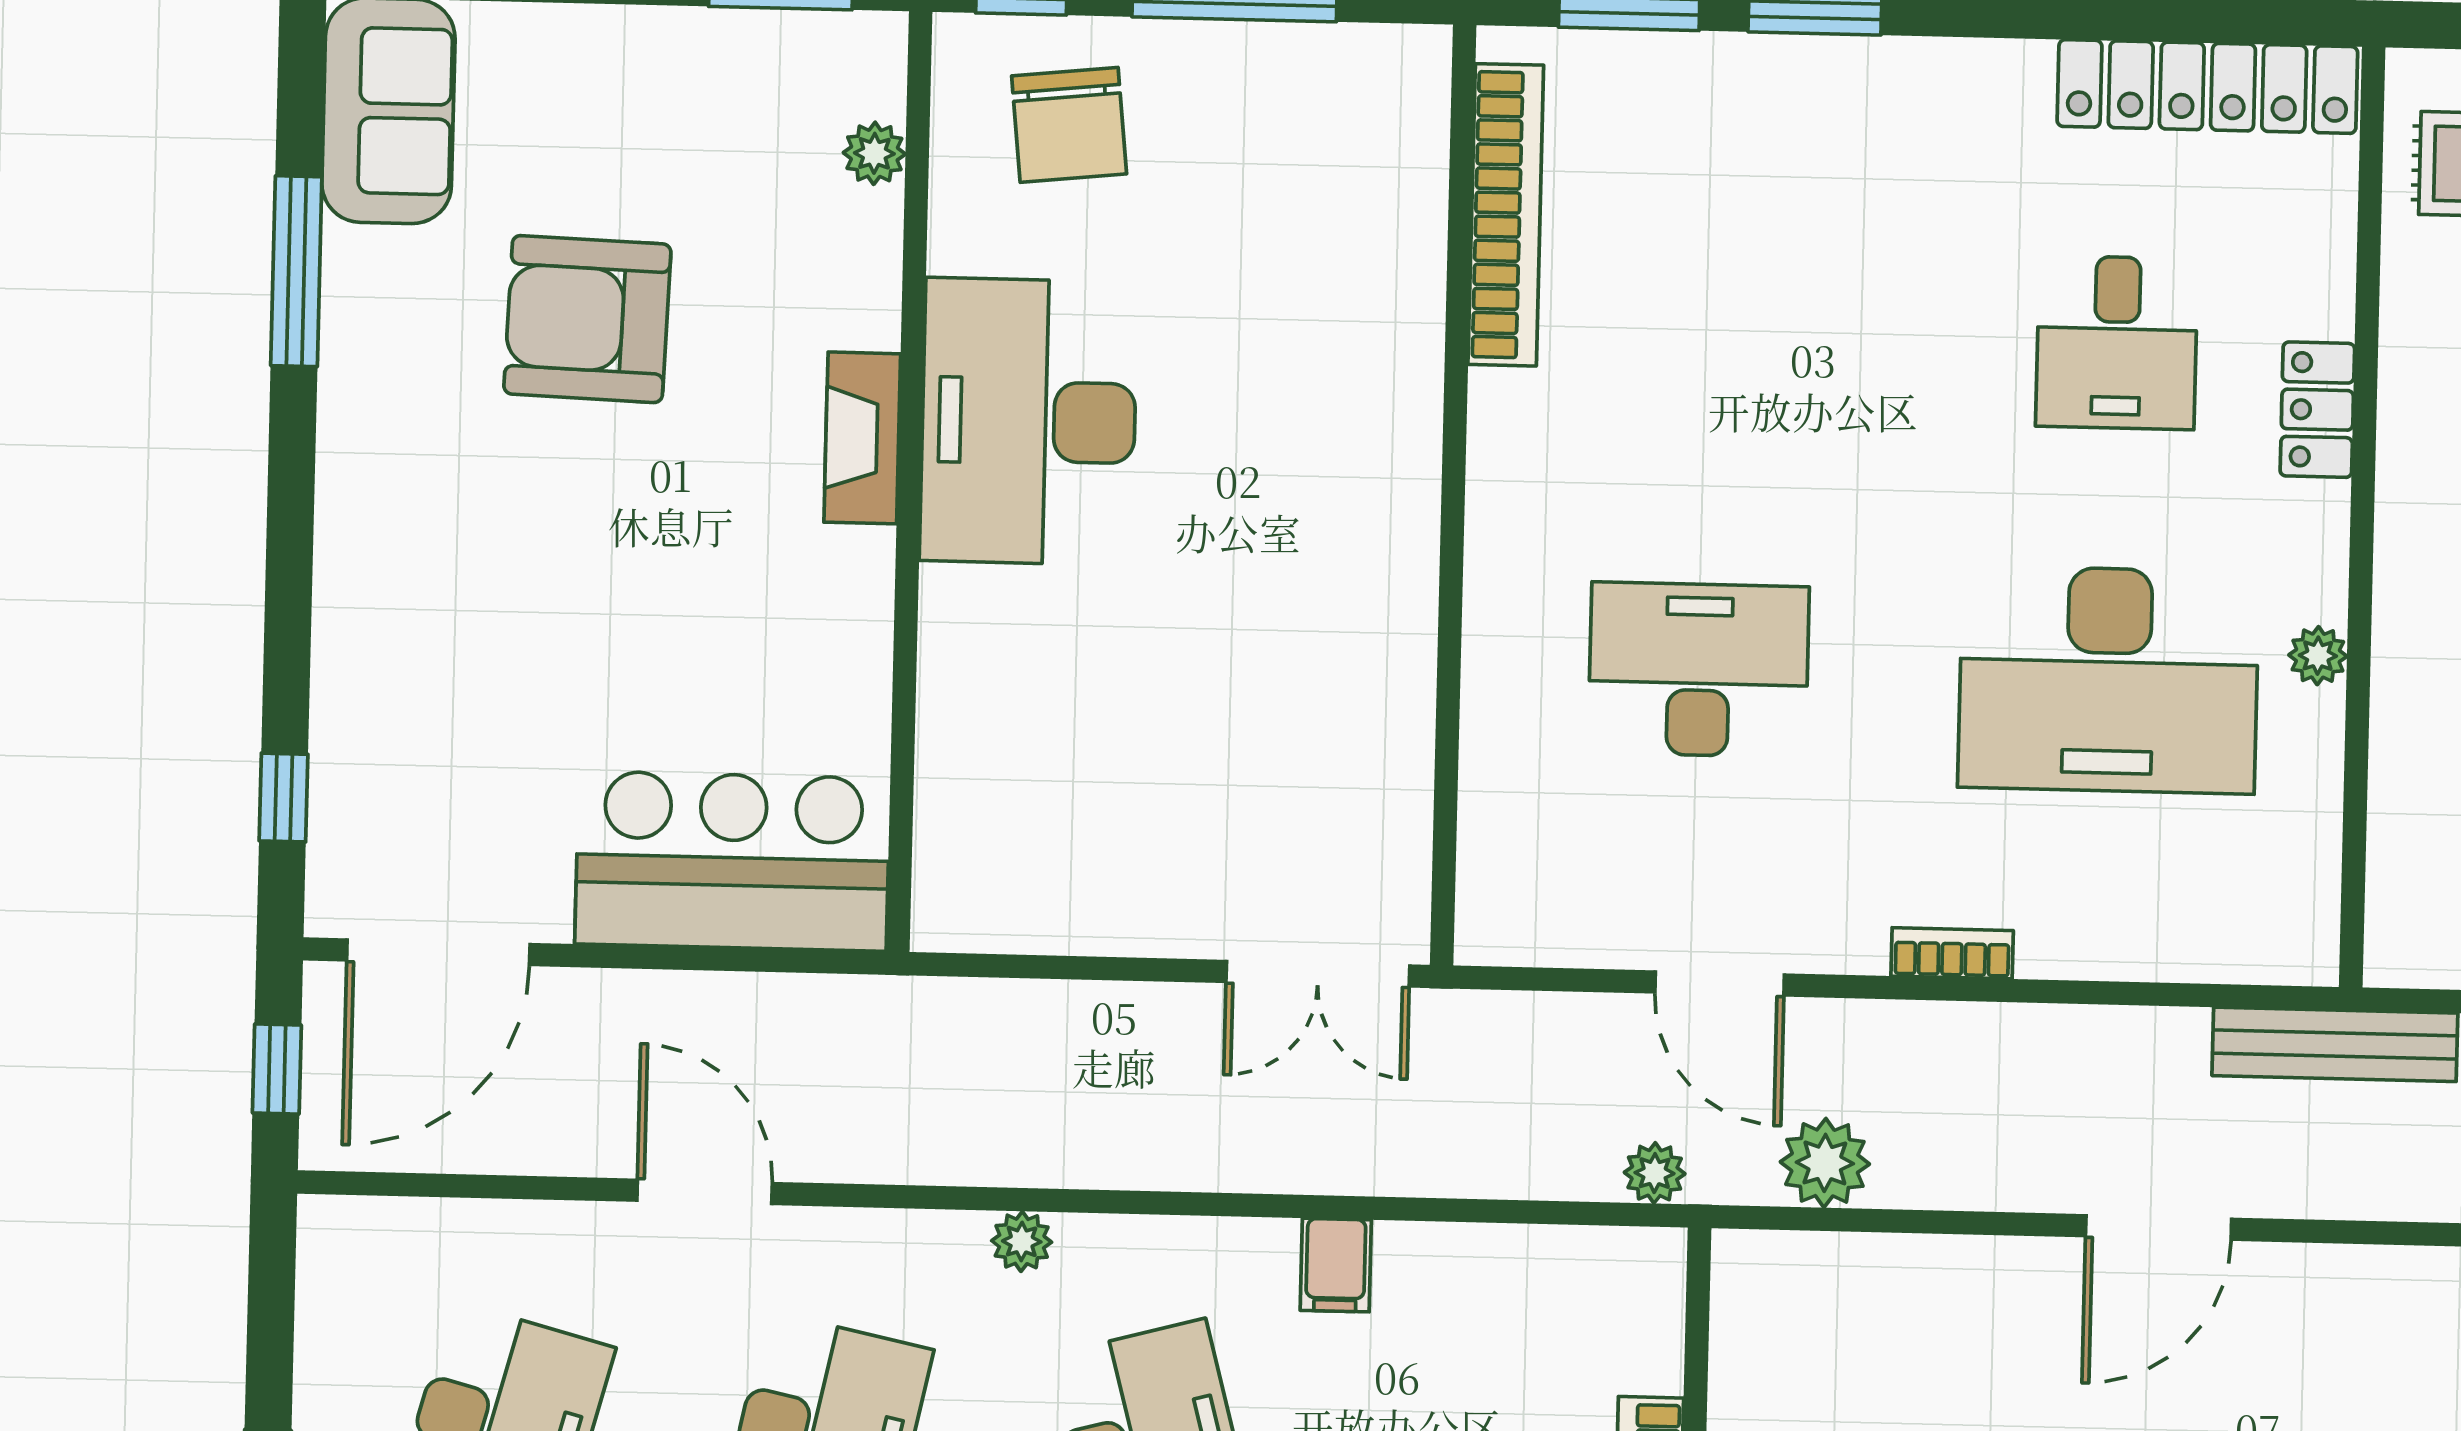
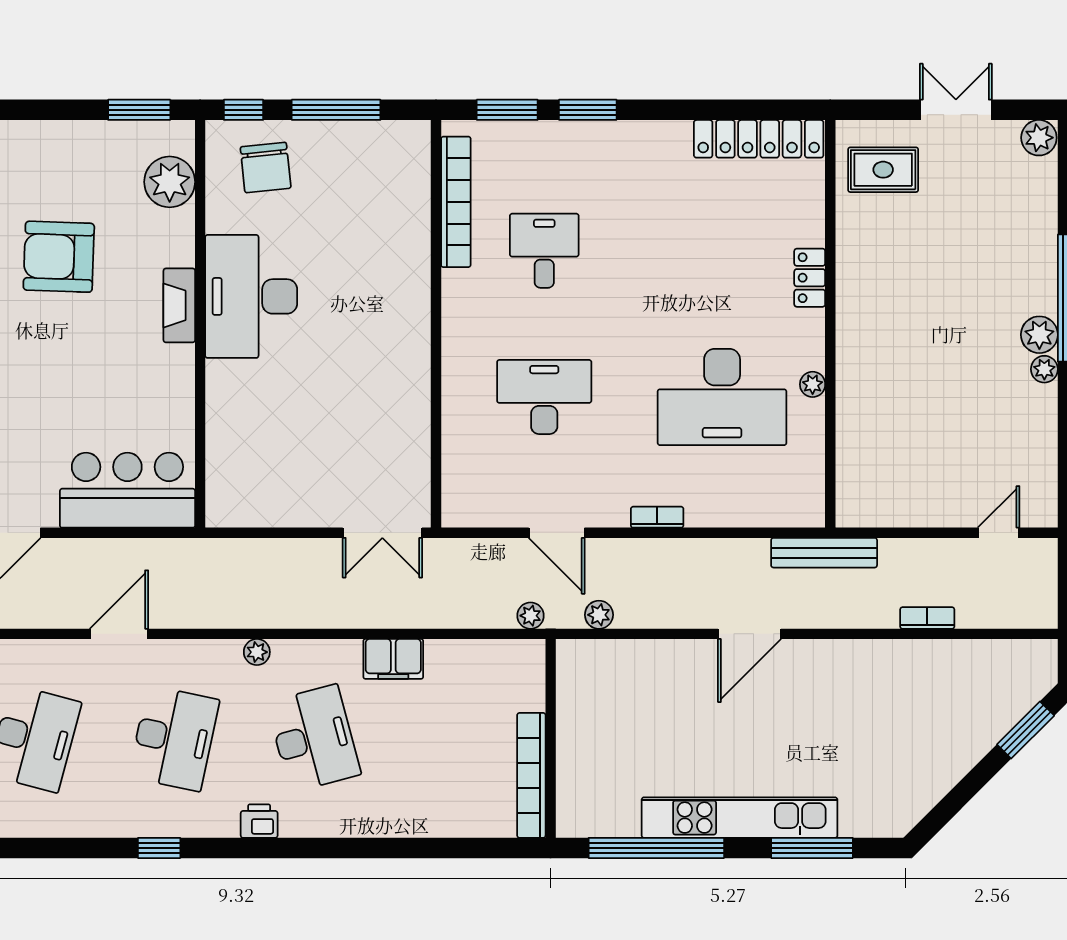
plant: (874, 153) -> (170, 182), width x1.87, depth x1.87
desk: (2117, 343) -> (544, 251), moved, turned 180
plant: (1825, 1163) -> (599, 615), width x0.73, depth x0.73
door: (705, 1192) -> (119, 634), hinge flipped
filing cabinet: (1336, 1265) -> (393, 659), width x2.00

